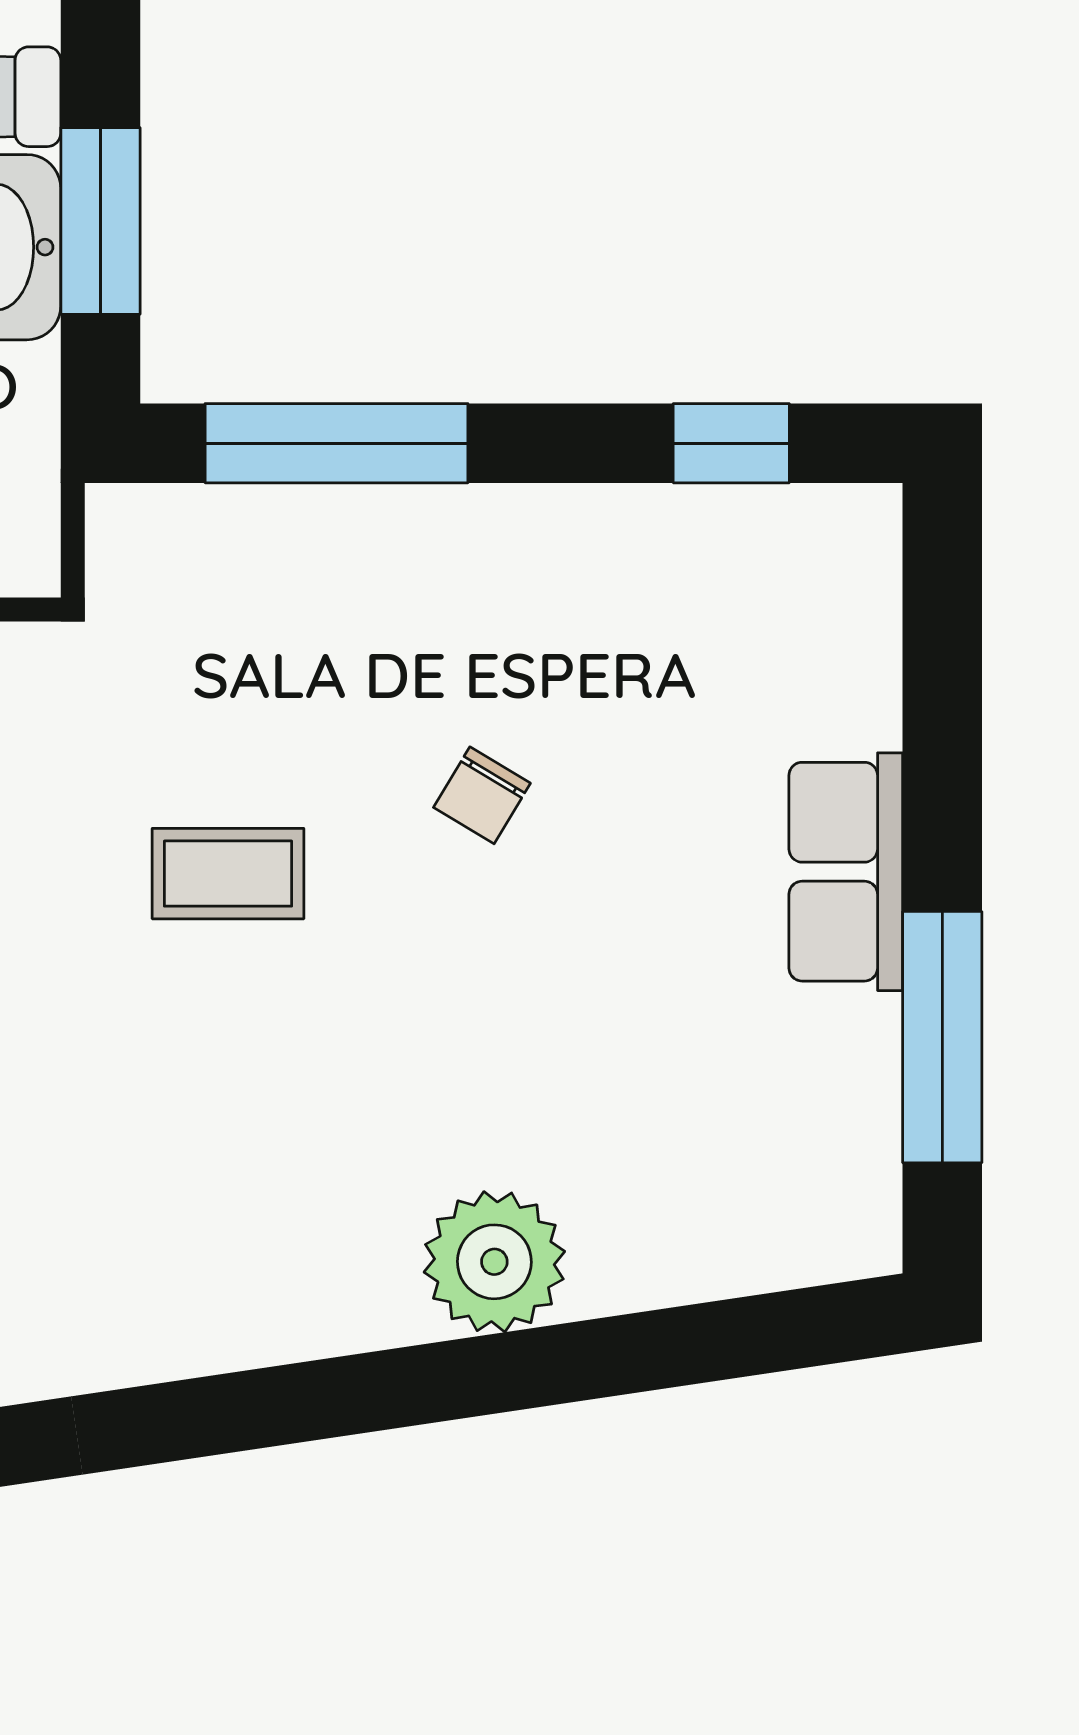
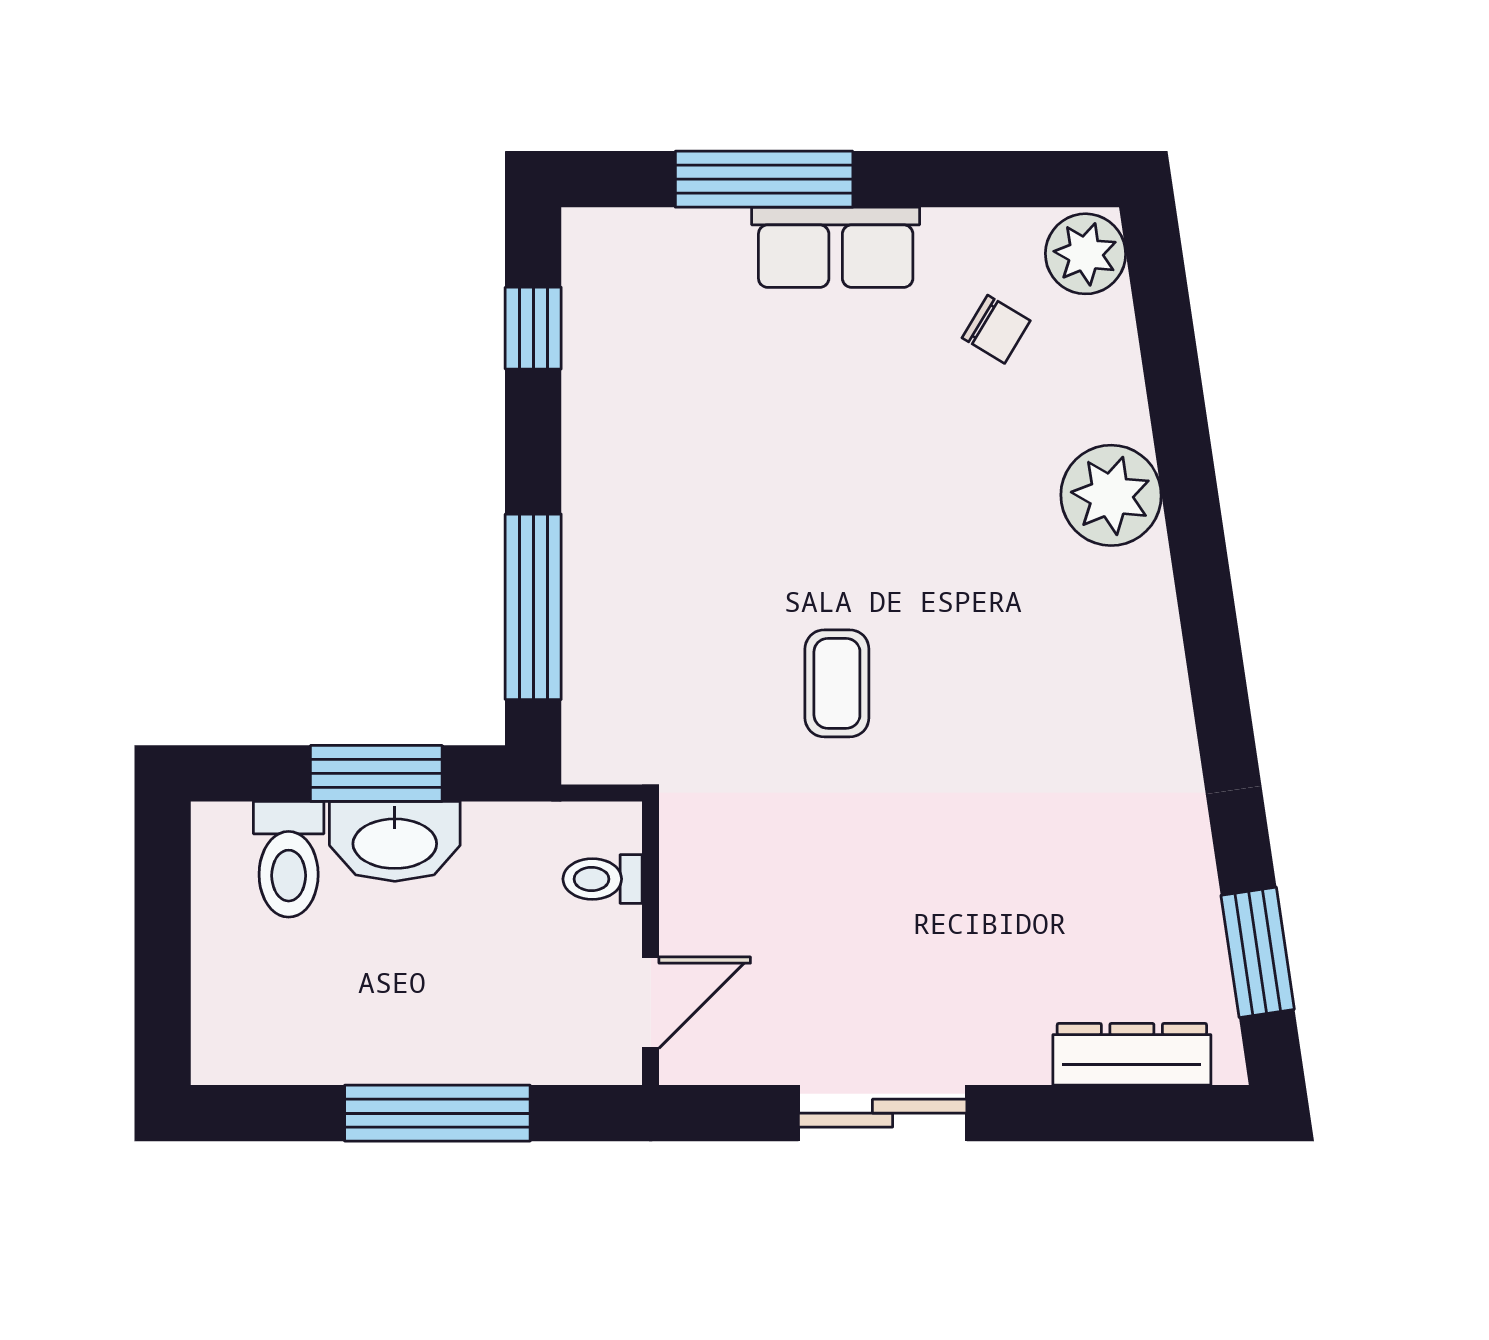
chair: (482, 795) -> (996, 329), moved
window: (942, 1037) -> (764, 179), moved
plant: (837, 1226) -> (1085, 254), added

